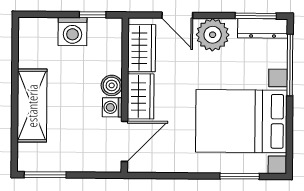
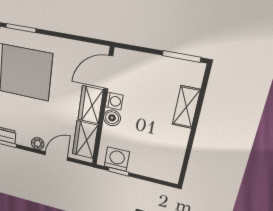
door: (177, 15) -> (56, 156), hinge flipped
washing machine: (72, 32) -> (117, 159), moved
plant: (213, 35) -> (38, 144), width x0.53, depth x0.53
shelving: (32, 106) -> (186, 107), width x0.67, depth x0.75

